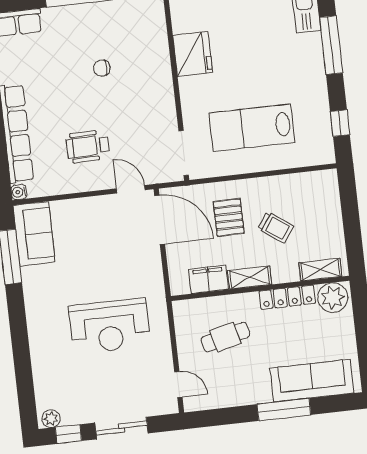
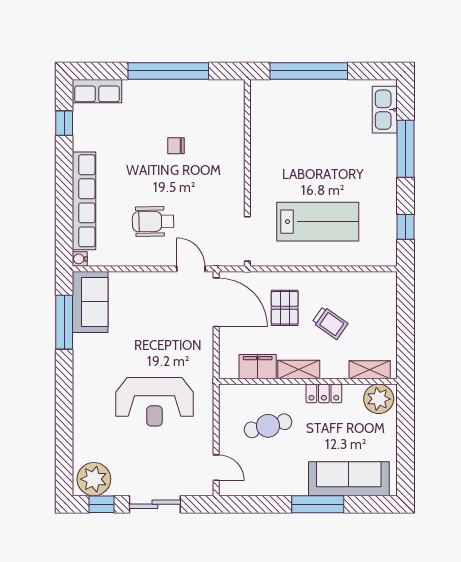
fridge: (193, 54) -> (267, 142), removed
lab bench: (252, 128) -> (318, 222), turned 180
locker: (287, 297) -> (324, 393), width x0.66
plant: (51, 419) -> (94, 479), width x1.87, depth x1.87

